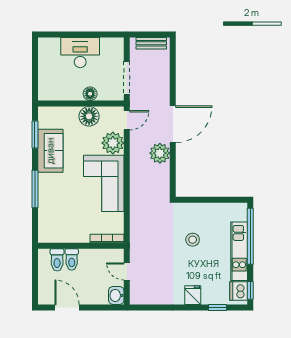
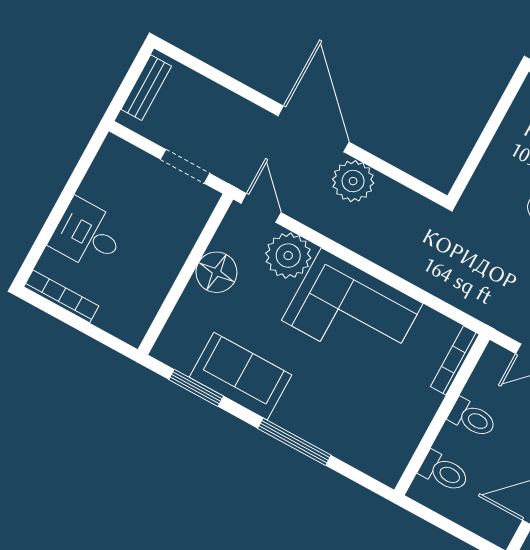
desk: (80, 53) -> (88, 235), width x0.73
bookcase: (42, 56) -> (61, 296), added
doorway: (127, 78) -> (185, 166), width x0.73
floor lamp: (90, 94) -> (177, 248), removed
toilet: (72, 259) -> (472, 418), moved

